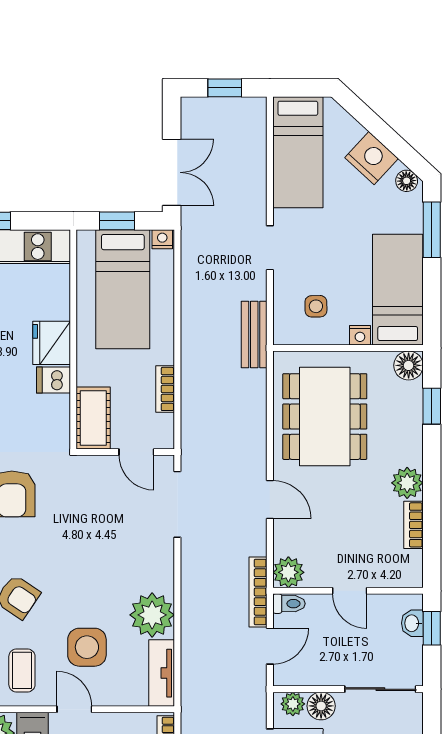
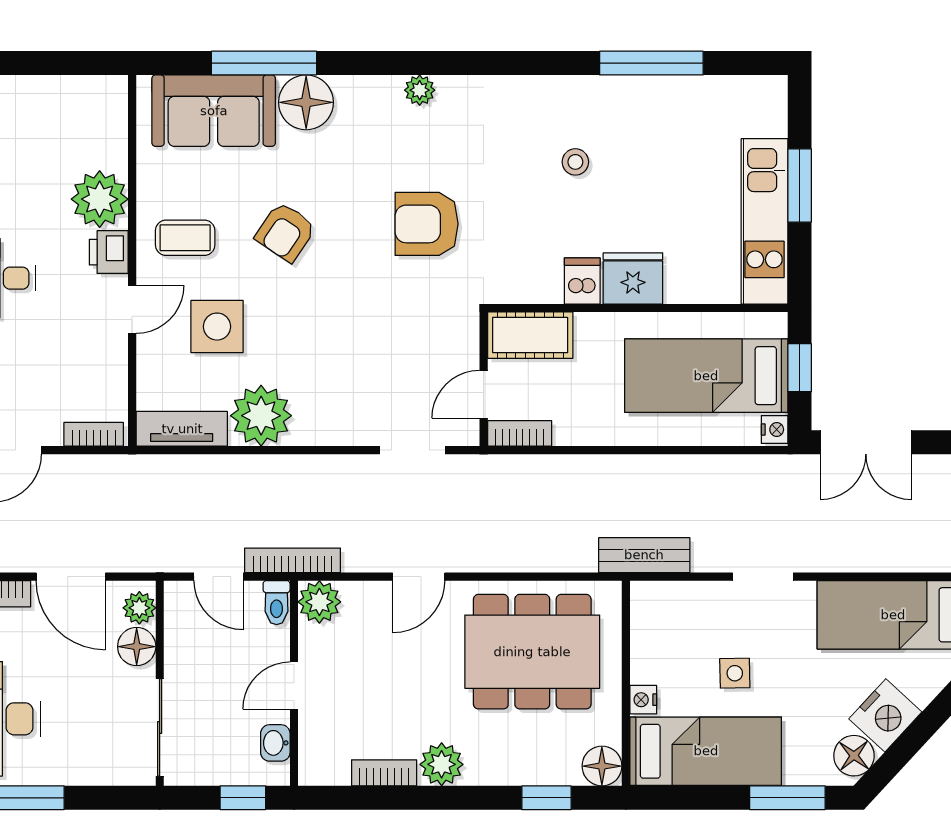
floor lamp: (407, 181) -> (854, 756), width x1.37, depth x1.37
side table: (316, 306) -> (735, 673), moved
bookcase: (165, 389) -> (520, 433), moved
doorway: (177, 504) -> (412, 450), width x0.73
washbasin: (412, 623) -> (275, 743), moved, turned -90

